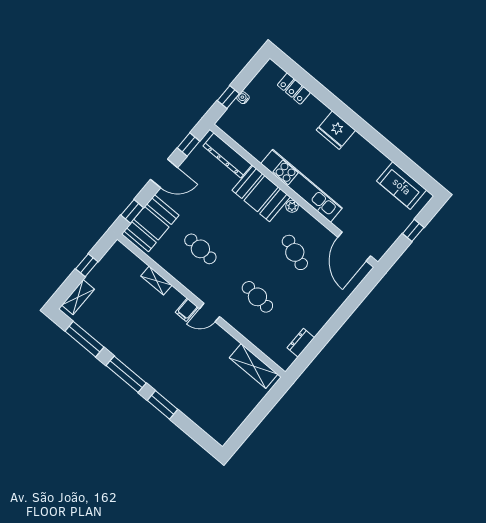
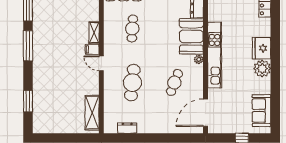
plant: (358, 147) -> (262, 69), added
shelving: (156, 281) -> (94, 33), moved
cafe table: (257, 297) -> (132, 83), width x1.37, depth x1.35
window: (162, 405) -> (28, 101), moved

